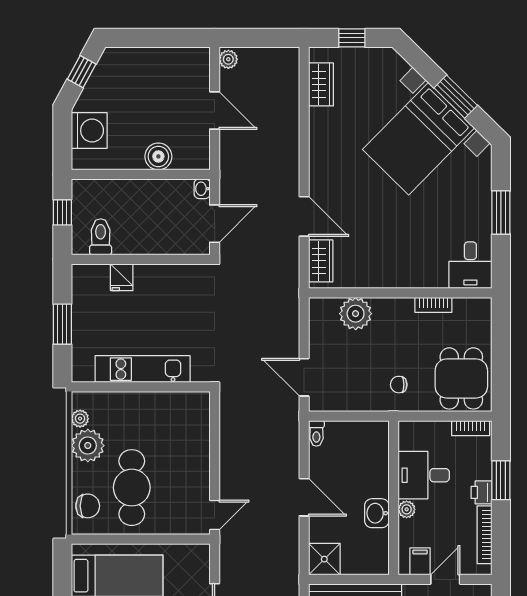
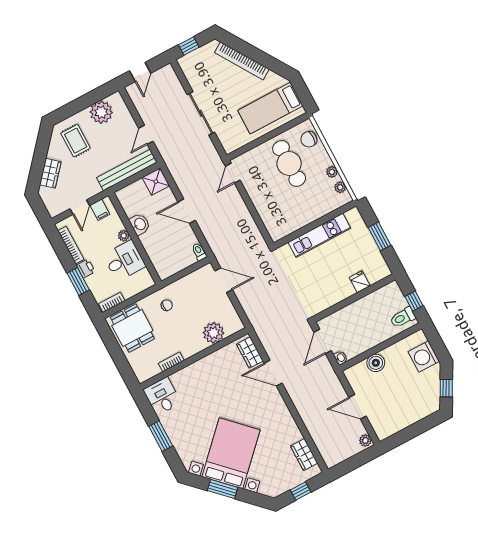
toilet: (101, 237) -> (403, 317), moved, turned 90
plant: (88, 446) -> (332, 172), width x0.53, depth x0.53

